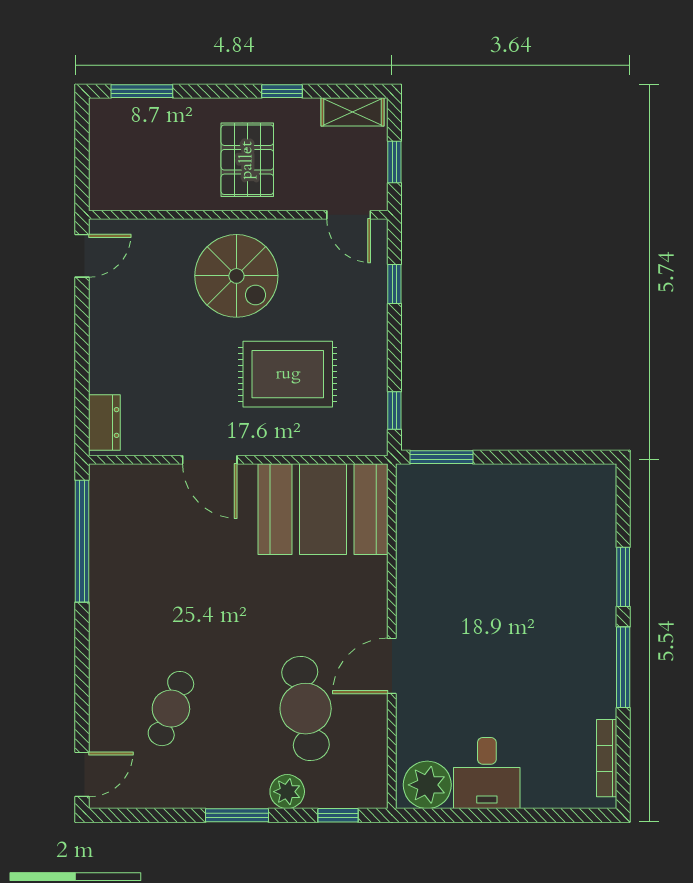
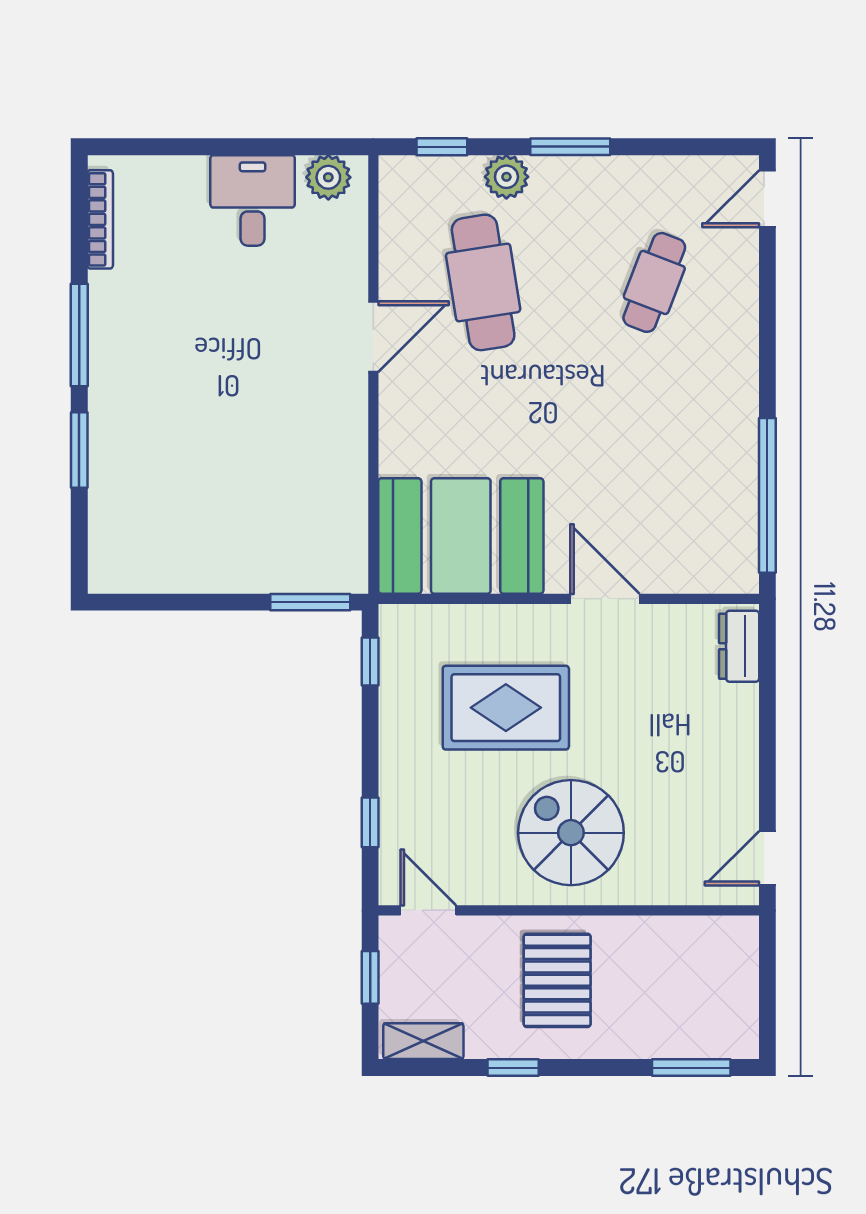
plant: (427, 785) -> (328, 177), width x0.73, depth x0.73

